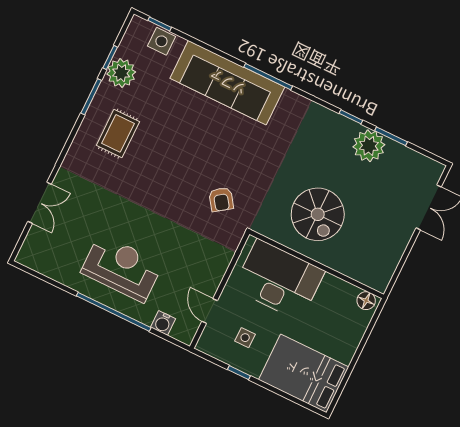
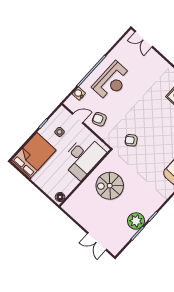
double door: (40, 203) -> (144, 39), moved
armchair: (199, 270) -> (99, 119), added

